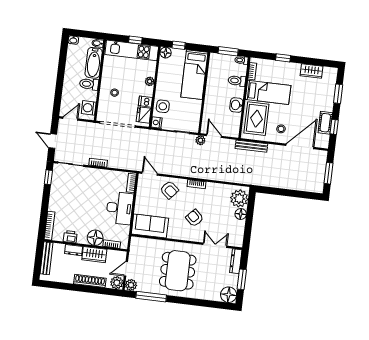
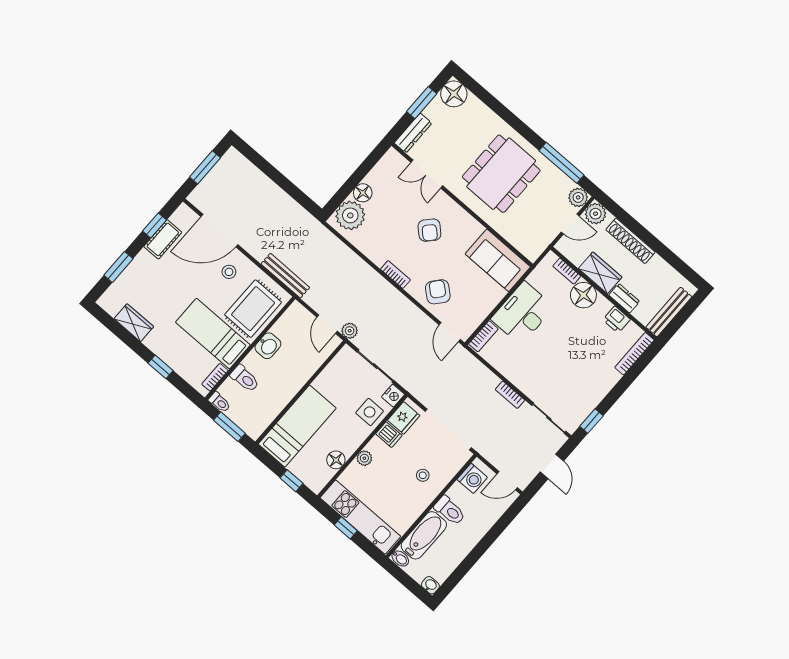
floor lamp: (166, 53) -> (336, 460), moved

